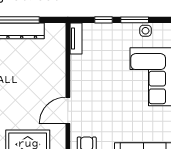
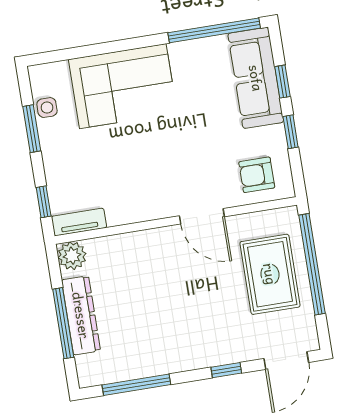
window: (104, 20) -> (44, 202), moved
plant: (57, 31) -> (72, 256), added

